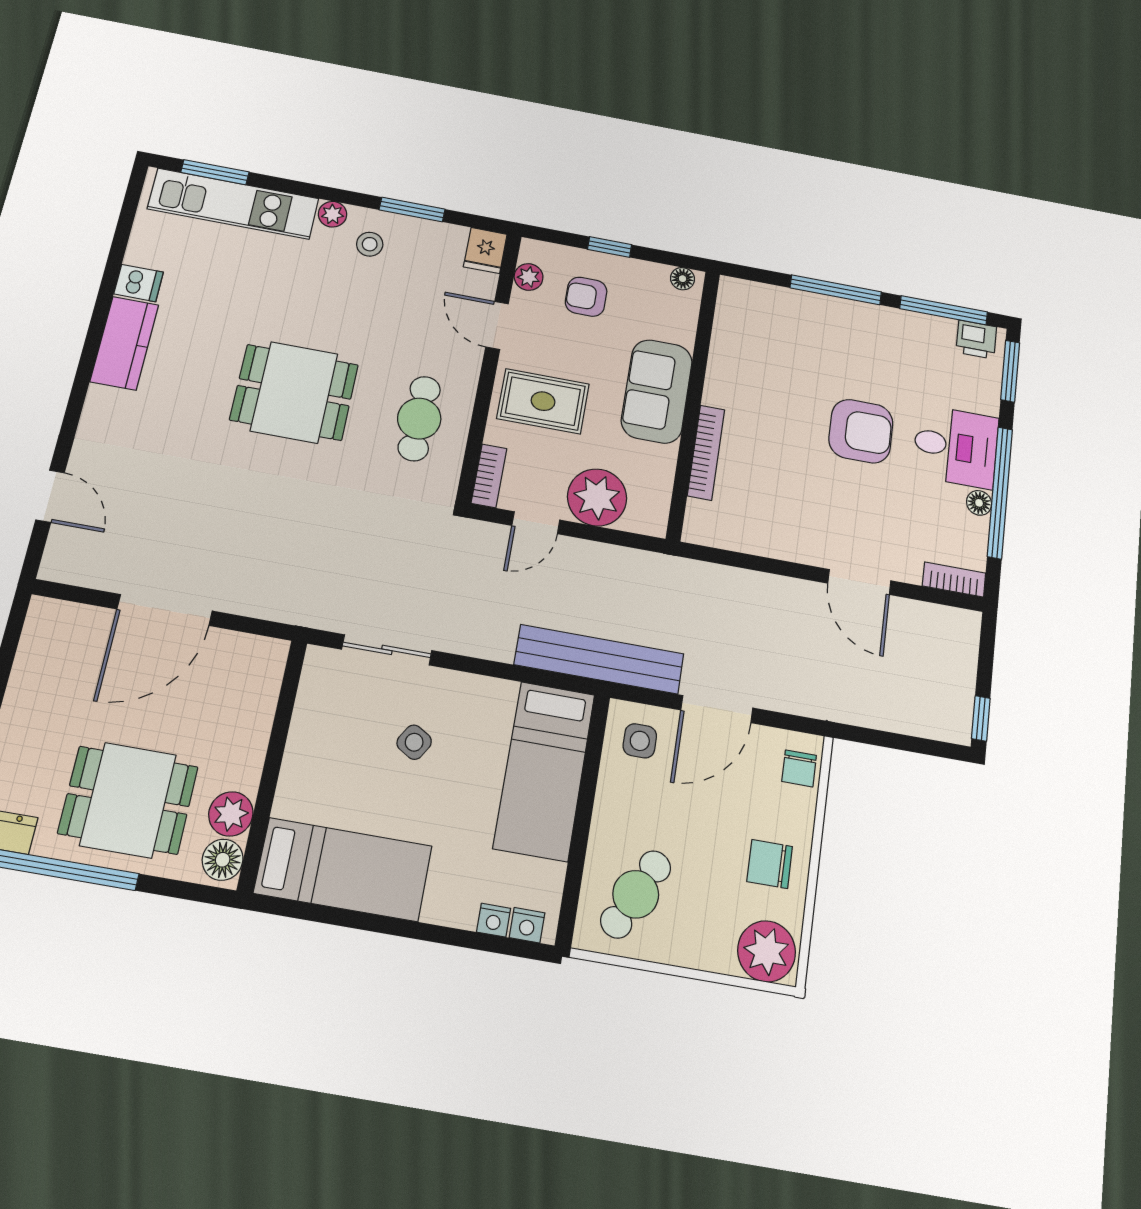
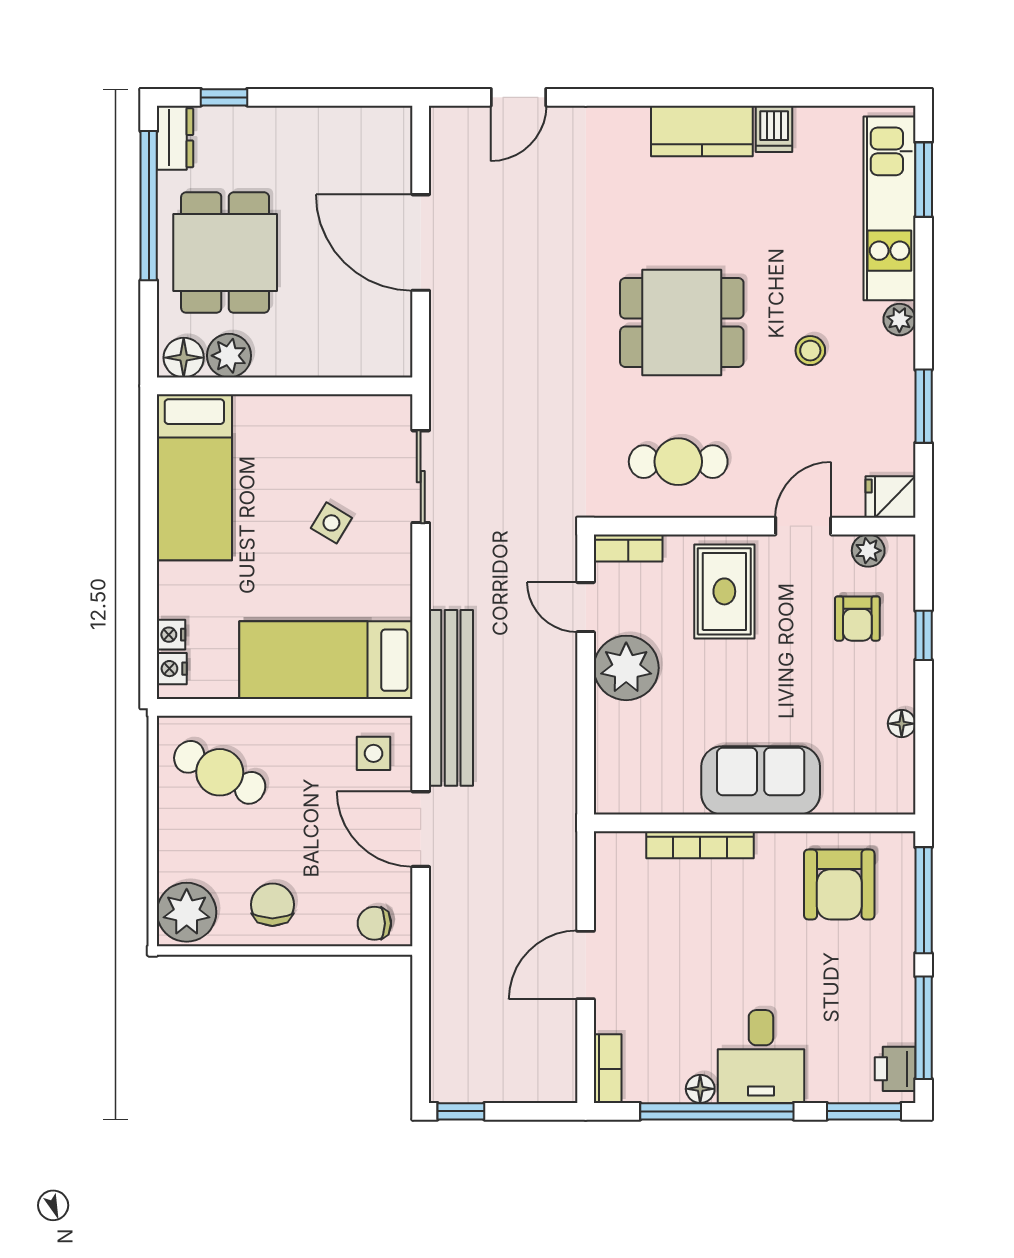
stool: (370, 244) -> (810, 351), moved
armchair: (586, 297) -> (857, 619), turned 180
sofa: (657, 391) -> (761, 780), moved
dining table: (294, 392) -> (682, 323), turned 90
wall: (693, 403) -> (755, 823), moved
armchair: (861, 431) -> (839, 884), moved
bookcase: (706, 453) -> (700, 845), moved

